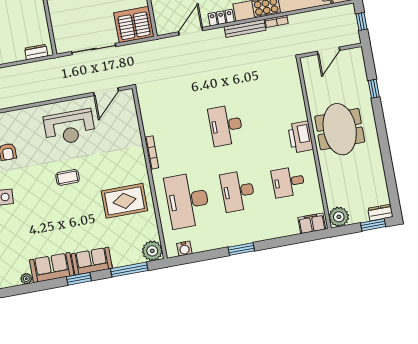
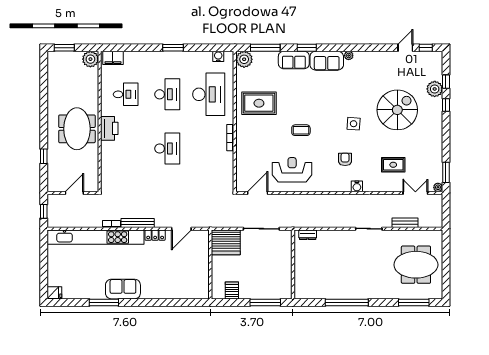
dresser: (380, 213) -> (57, 56), removed

